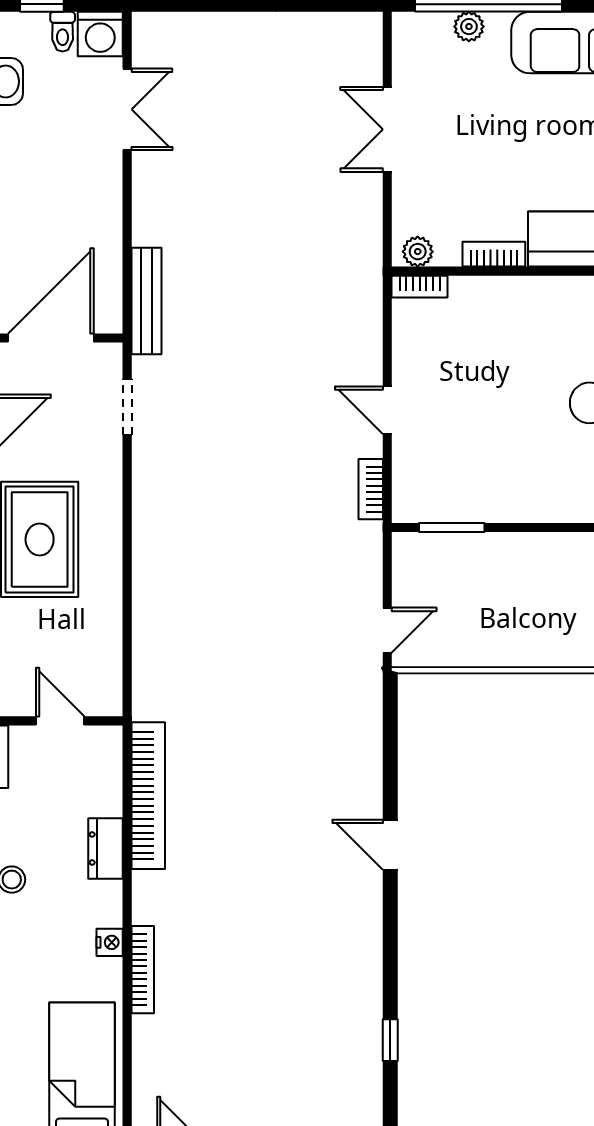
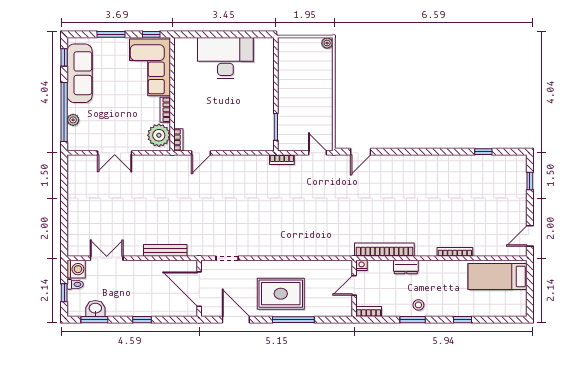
plant: (418, 252) -> (159, 135), width x1.87, depth x1.87
bench: (147, 301) -> (165, 250), moved
door: (387, 410) -> (201, 153), moved
bookcase: (371, 489) -> (282, 160), moved
door: (390, 845) -> (361, 152), moved
nightstand: (110, 942) -> (362, 265), moved

